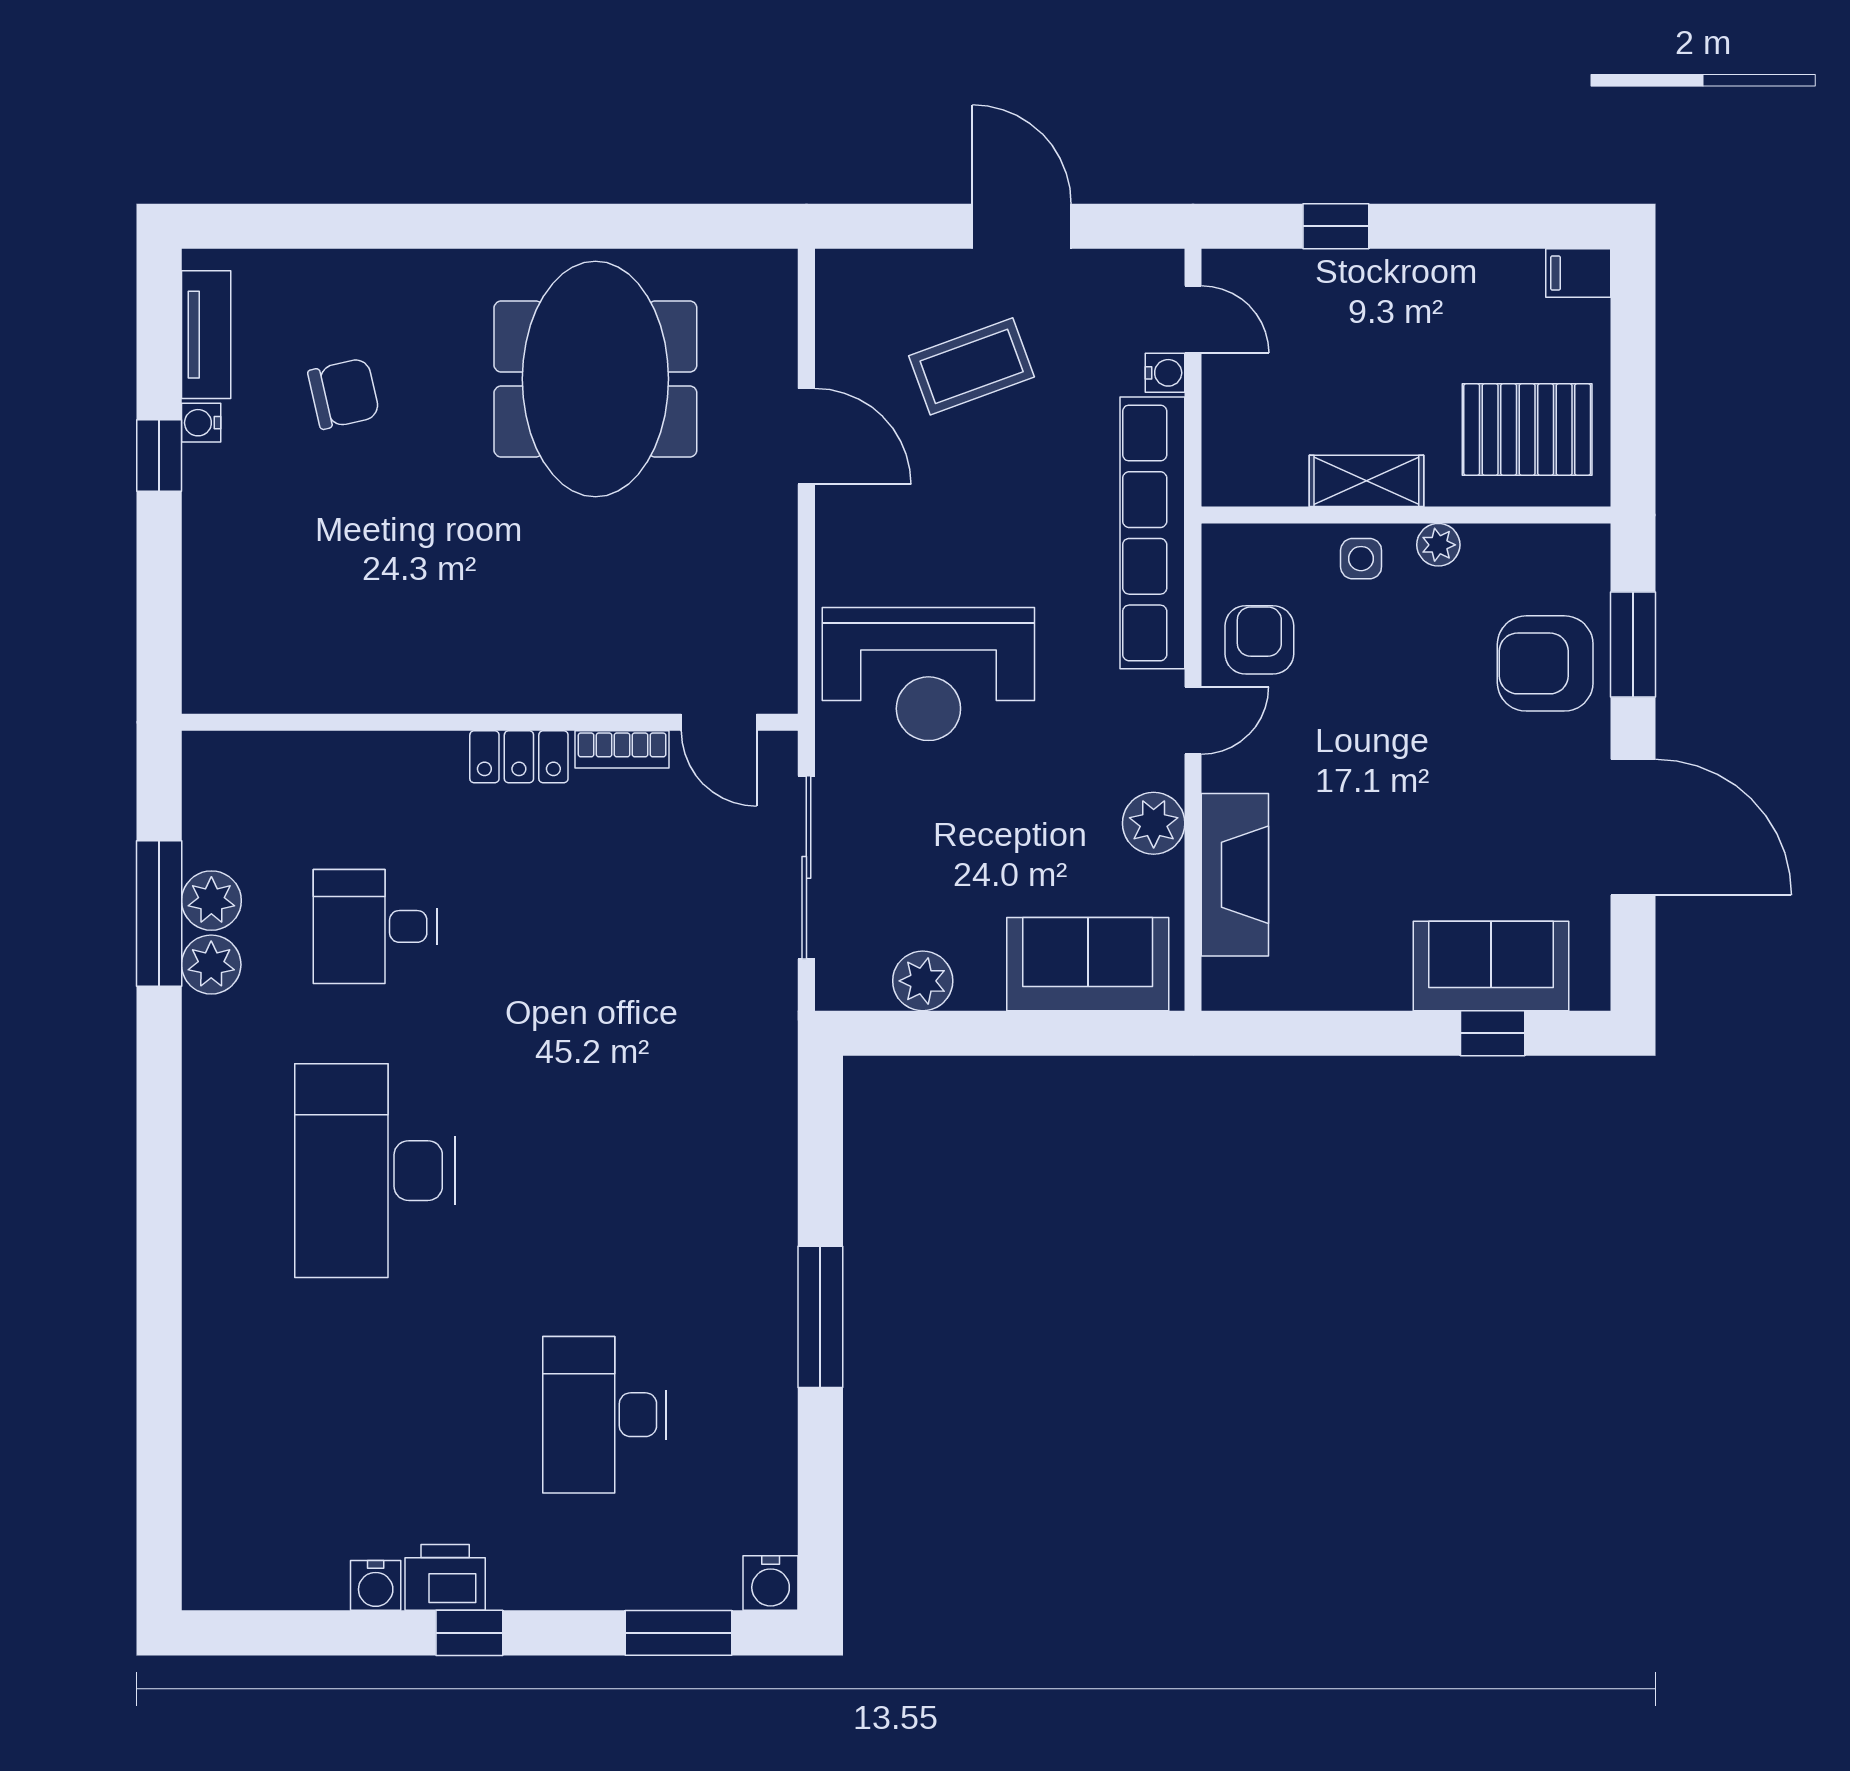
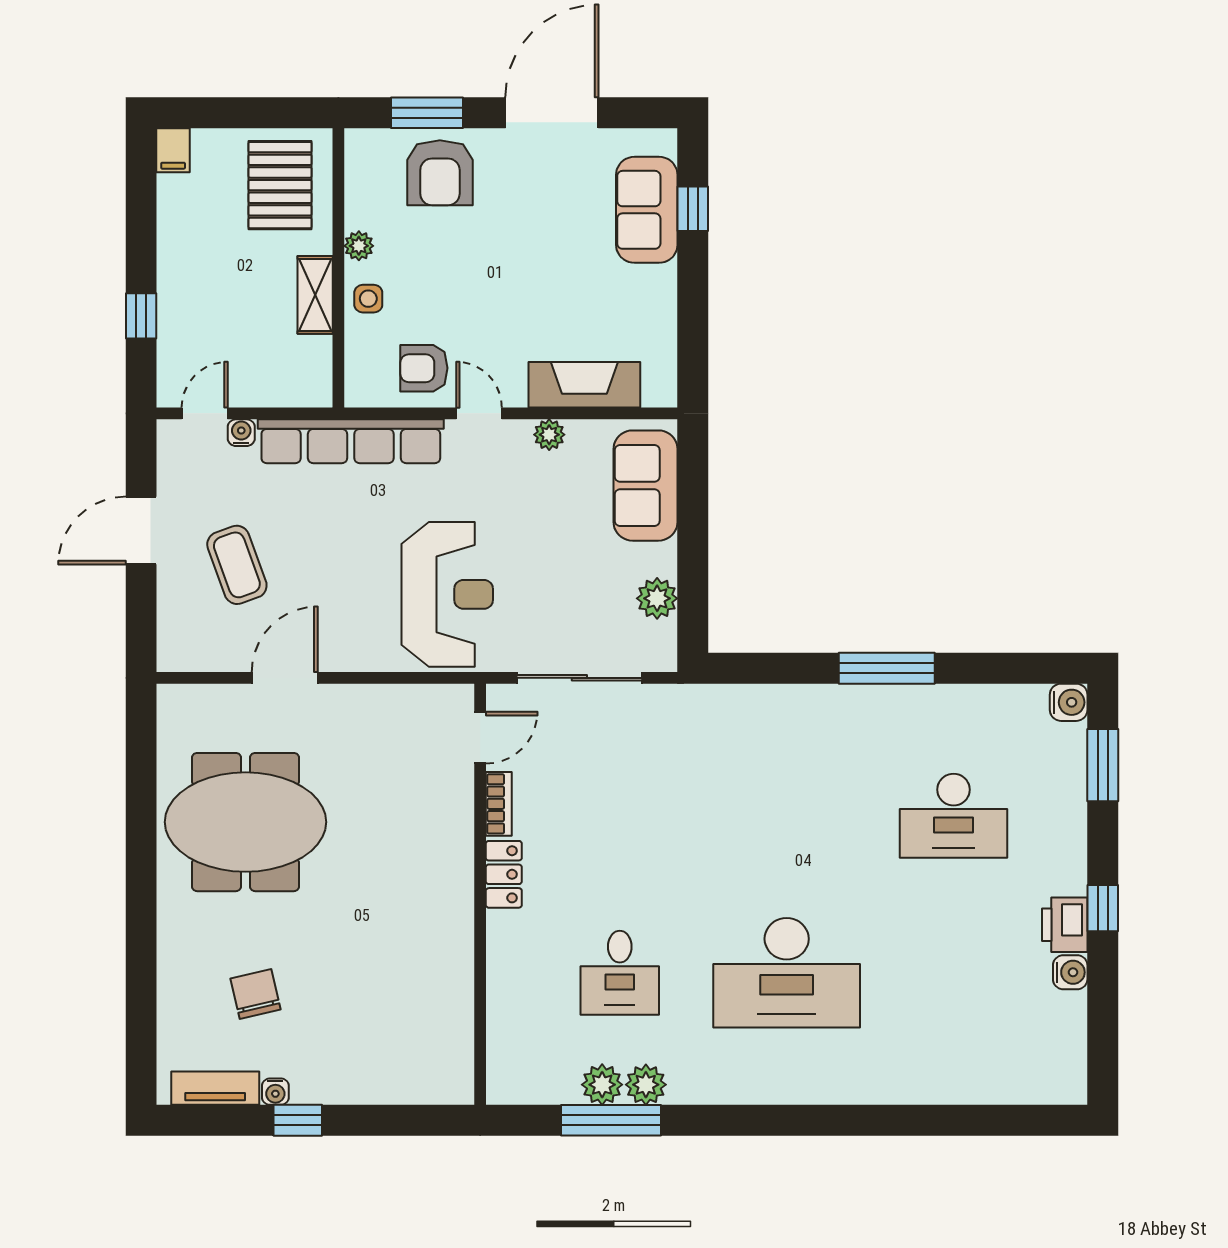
plant: (1154, 823) -> (549, 435), width x0.73, depth x0.73

